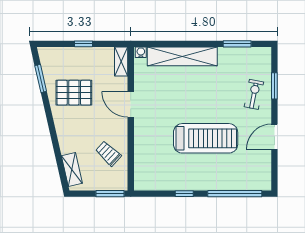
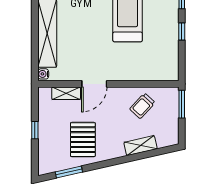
shelving: (121, 62) -> (66, 93), moved
shelving: (72, 169) -> (141, 146), moved

